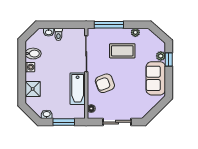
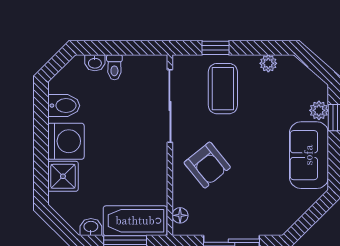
window: (109, 25) -> (215, 48), width x0.46
coffee table: (122, 51) -> (223, 89), moved, turned 90
washing machine: (30, 67) -> (66, 141), width x1.89, depth x1.89
armchair: (105, 83) -> (207, 165), turned -108
bathtub: (78, 89) -> (135, 221), moved, turned 90

